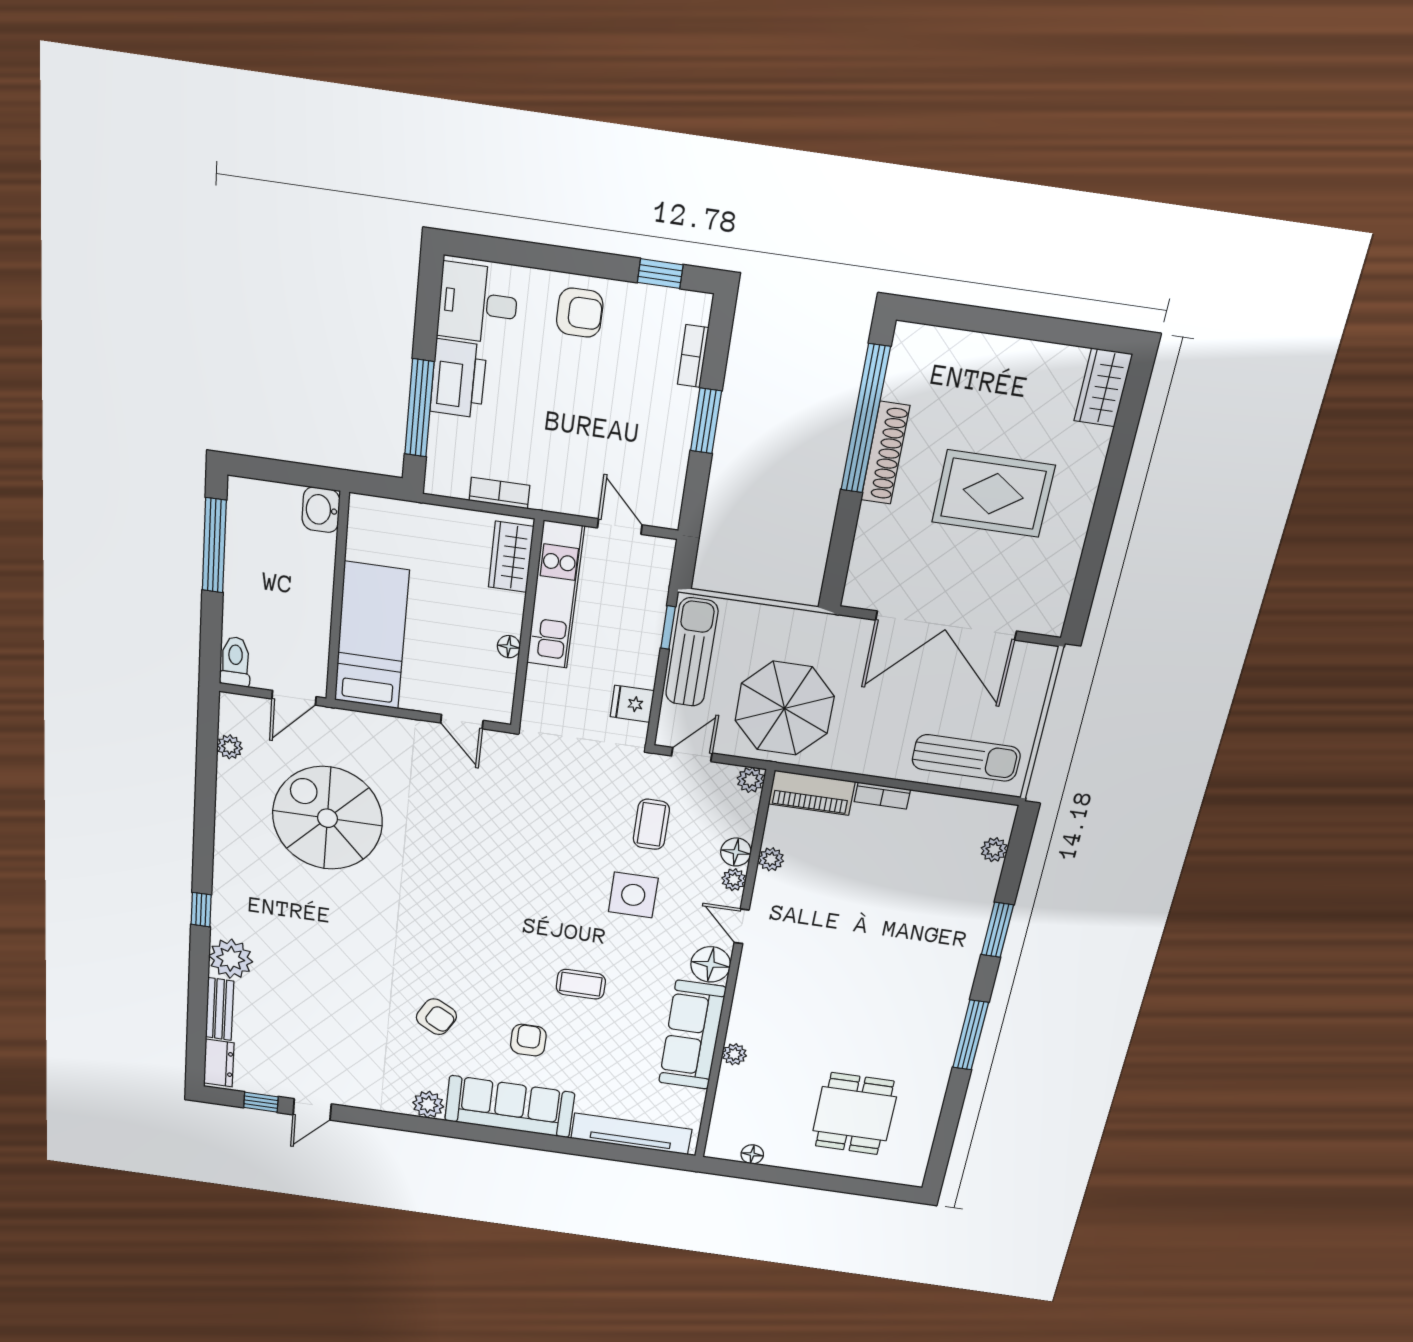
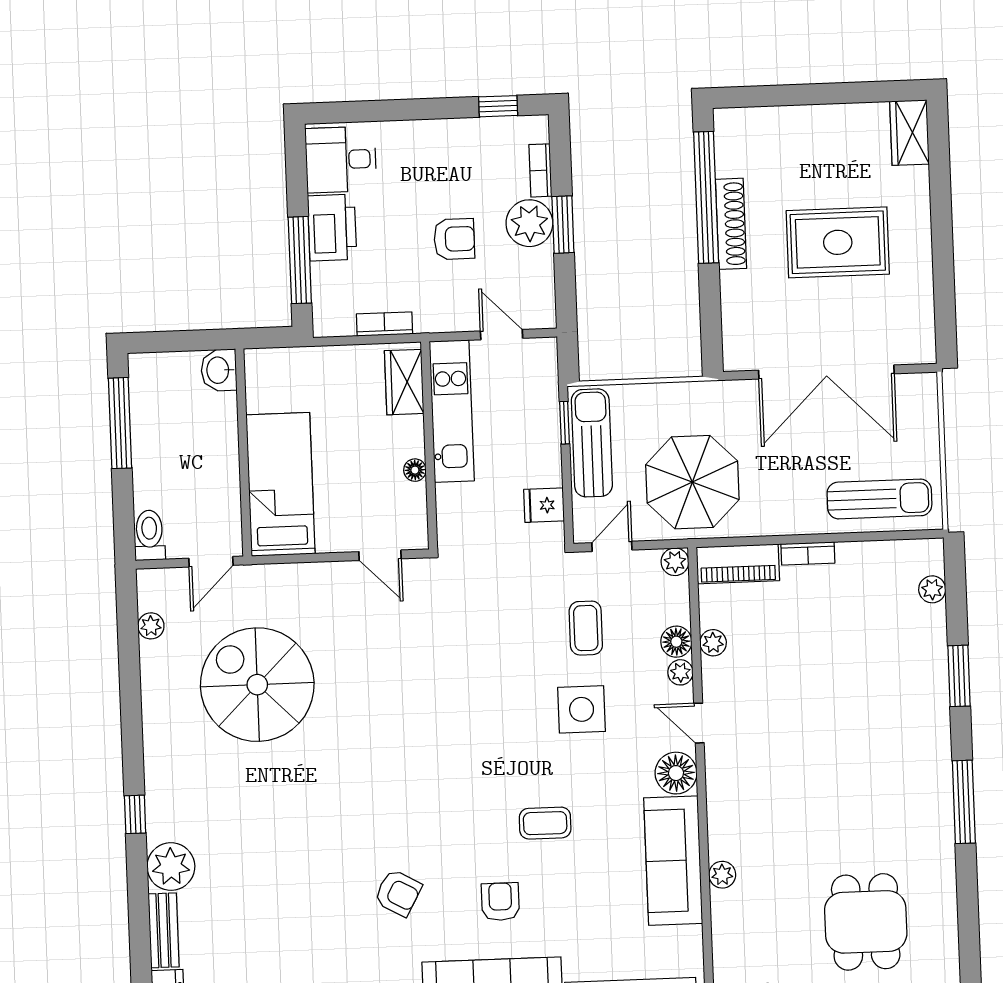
armchair: (580, 313) -> (454, 239), moved
plant: (670, 413) -> (529, 223), added

